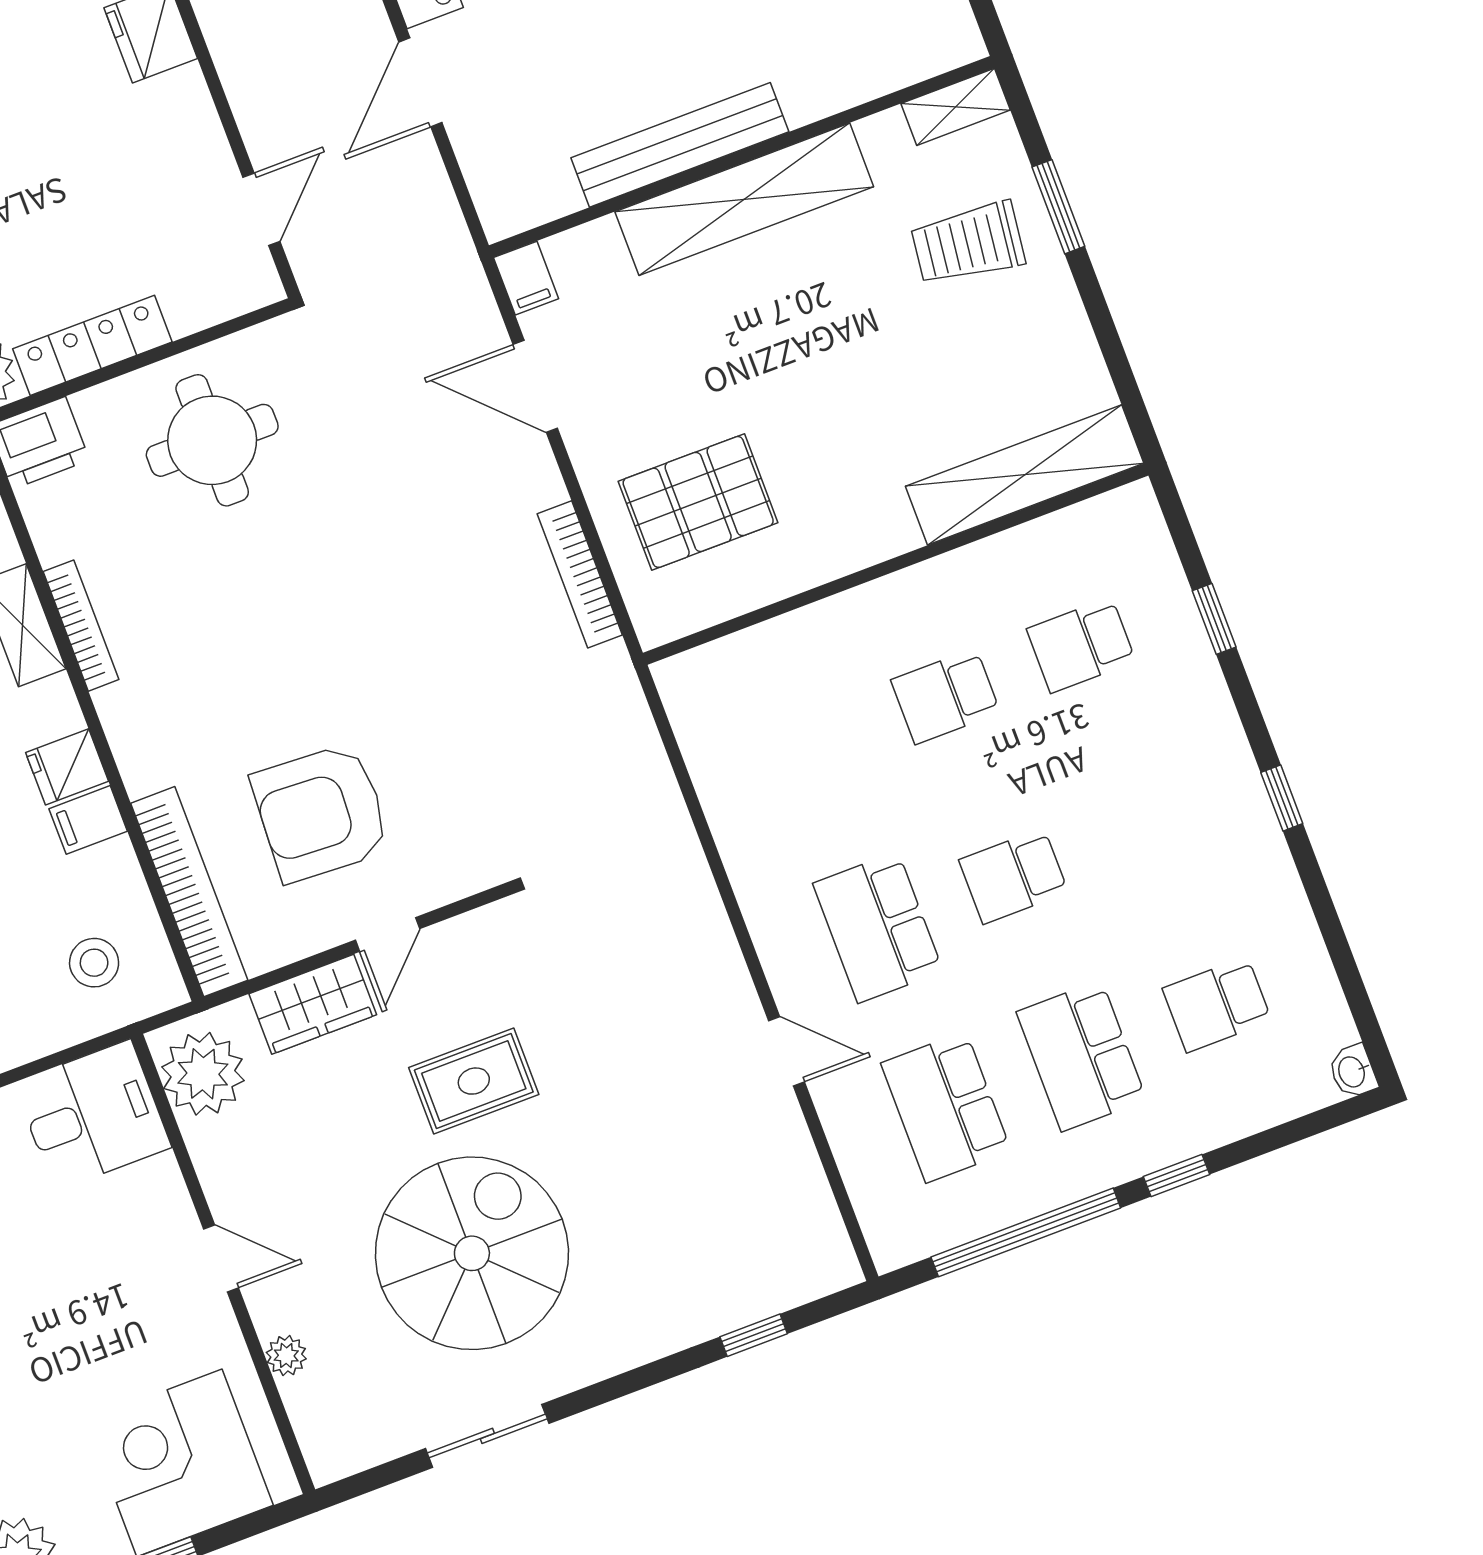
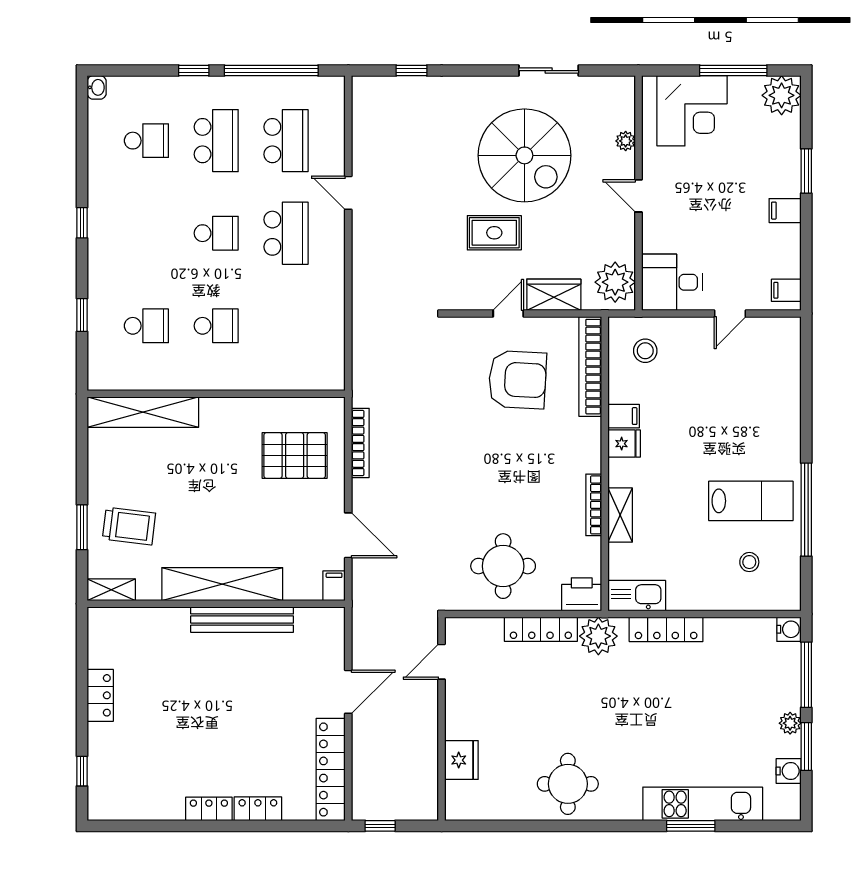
spiral stairs: (472, 1253) -> (524, 155), turned -90

